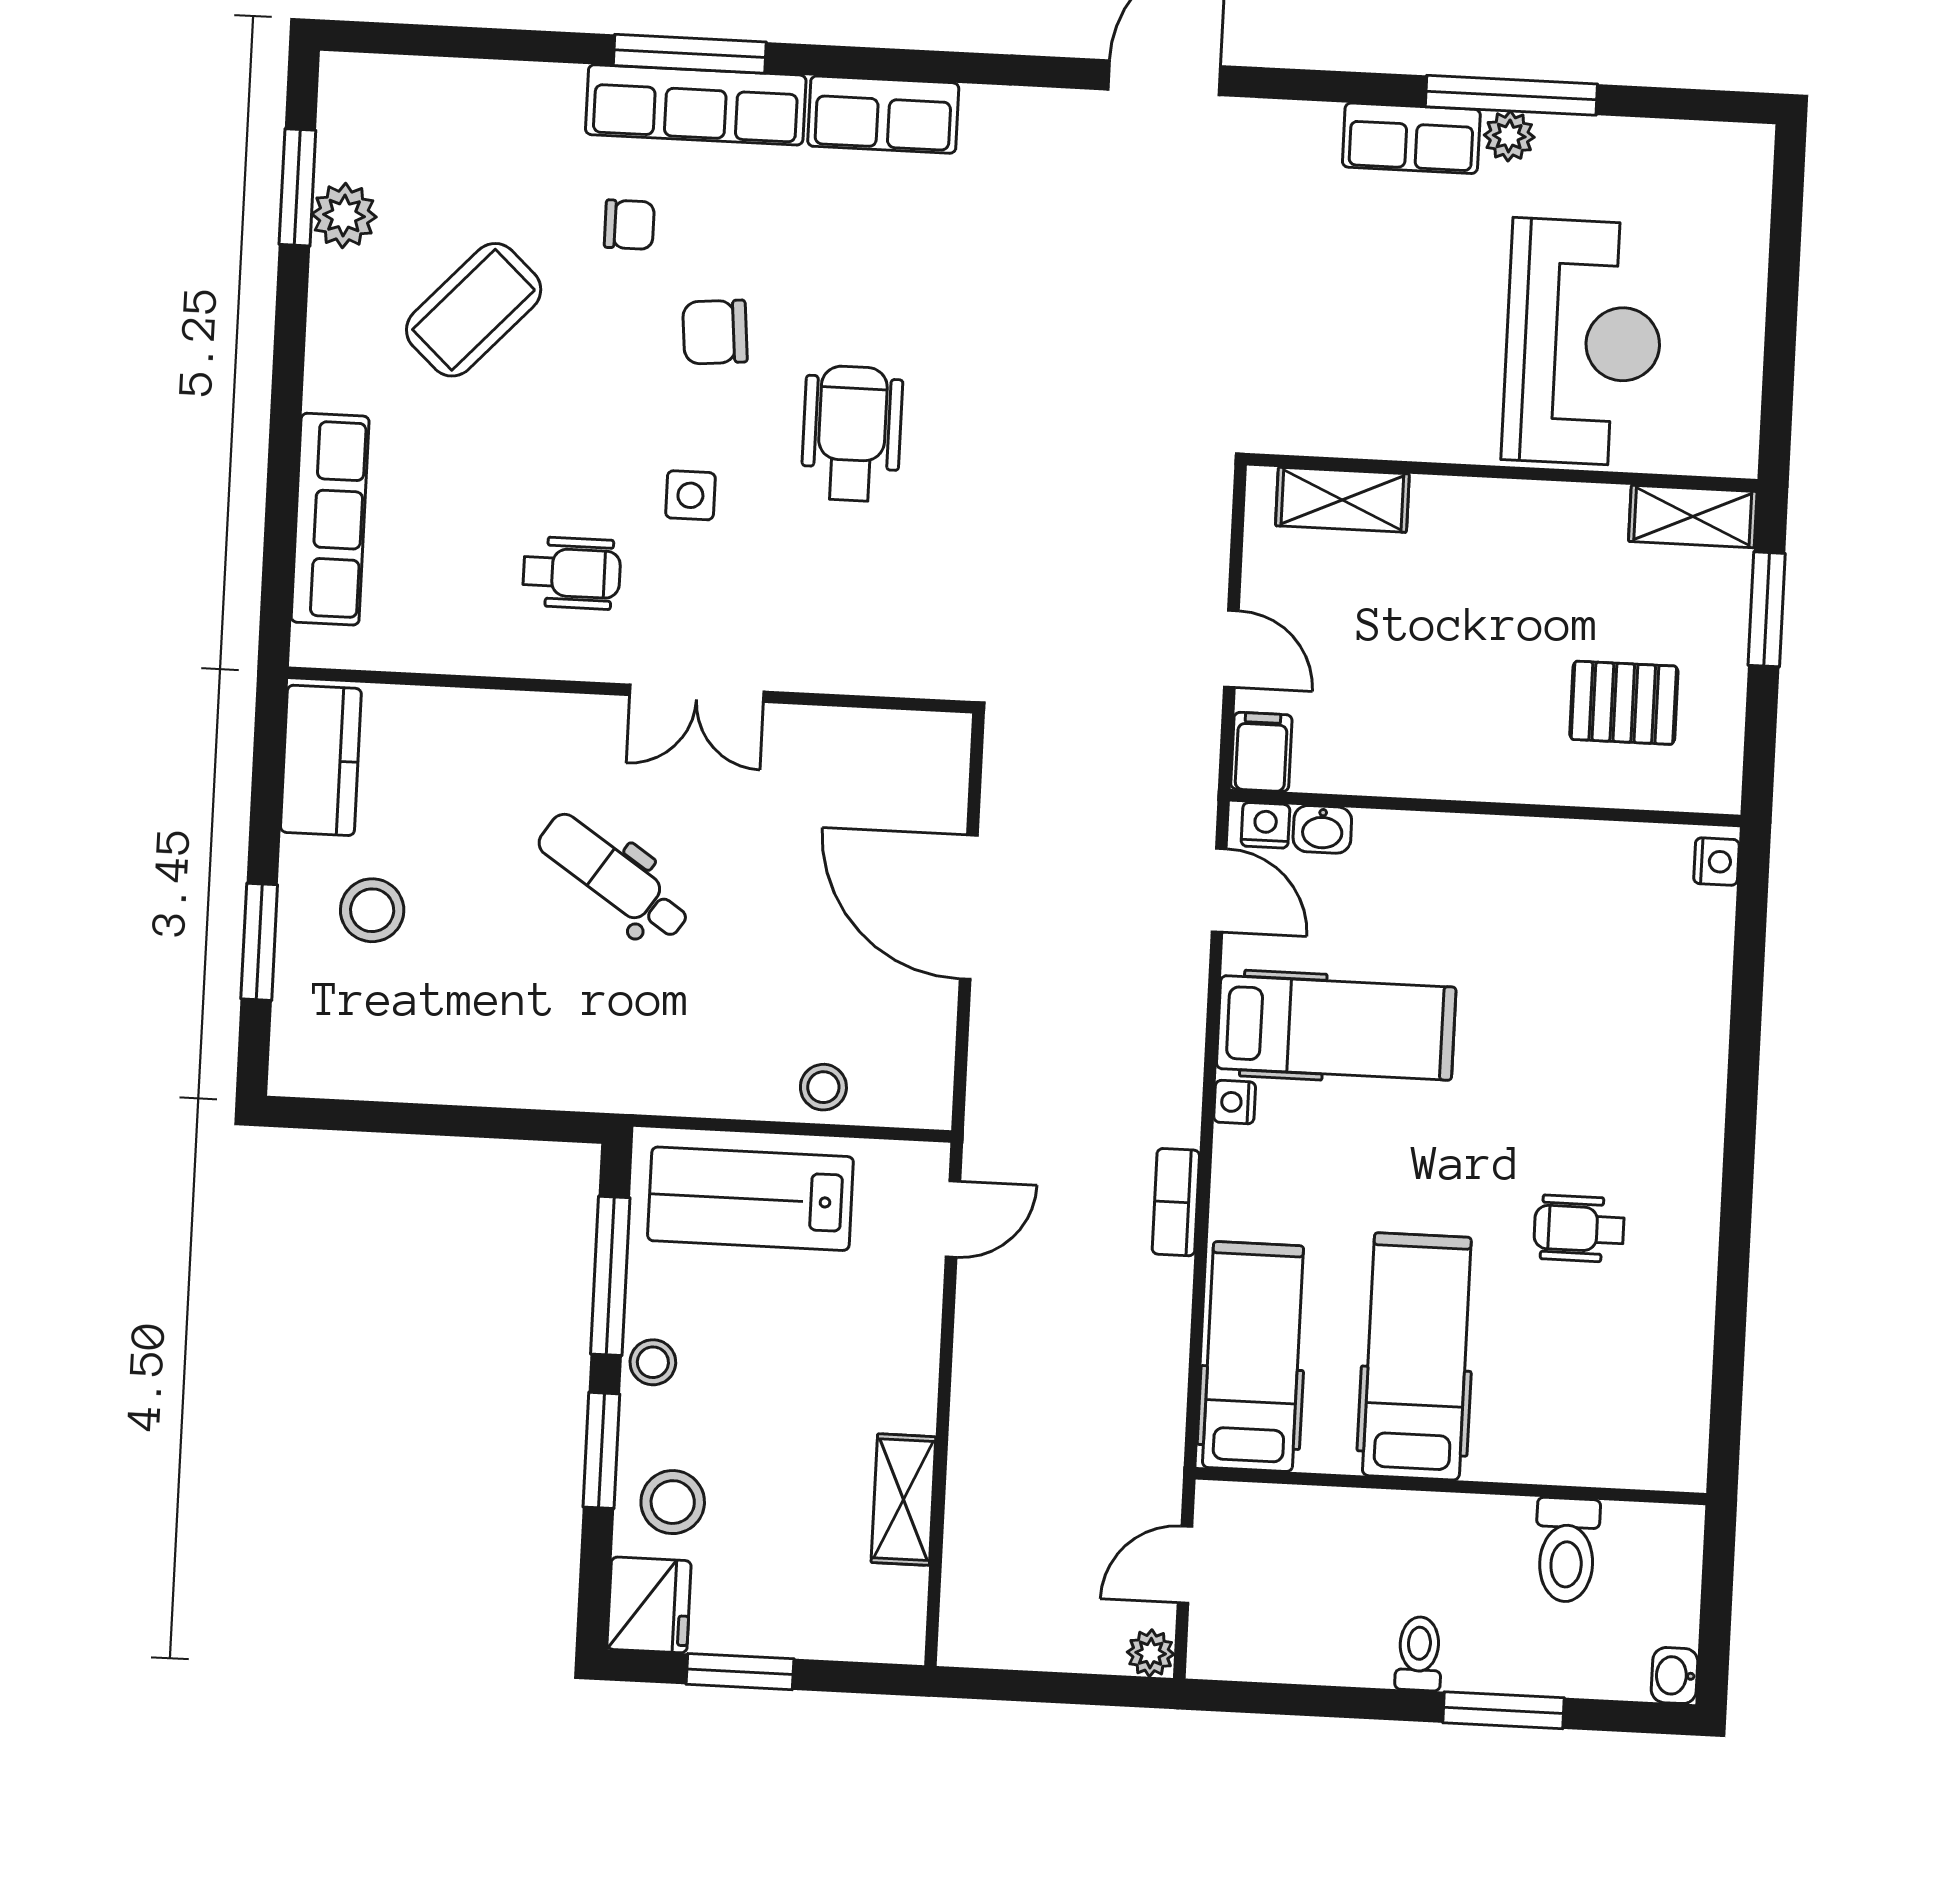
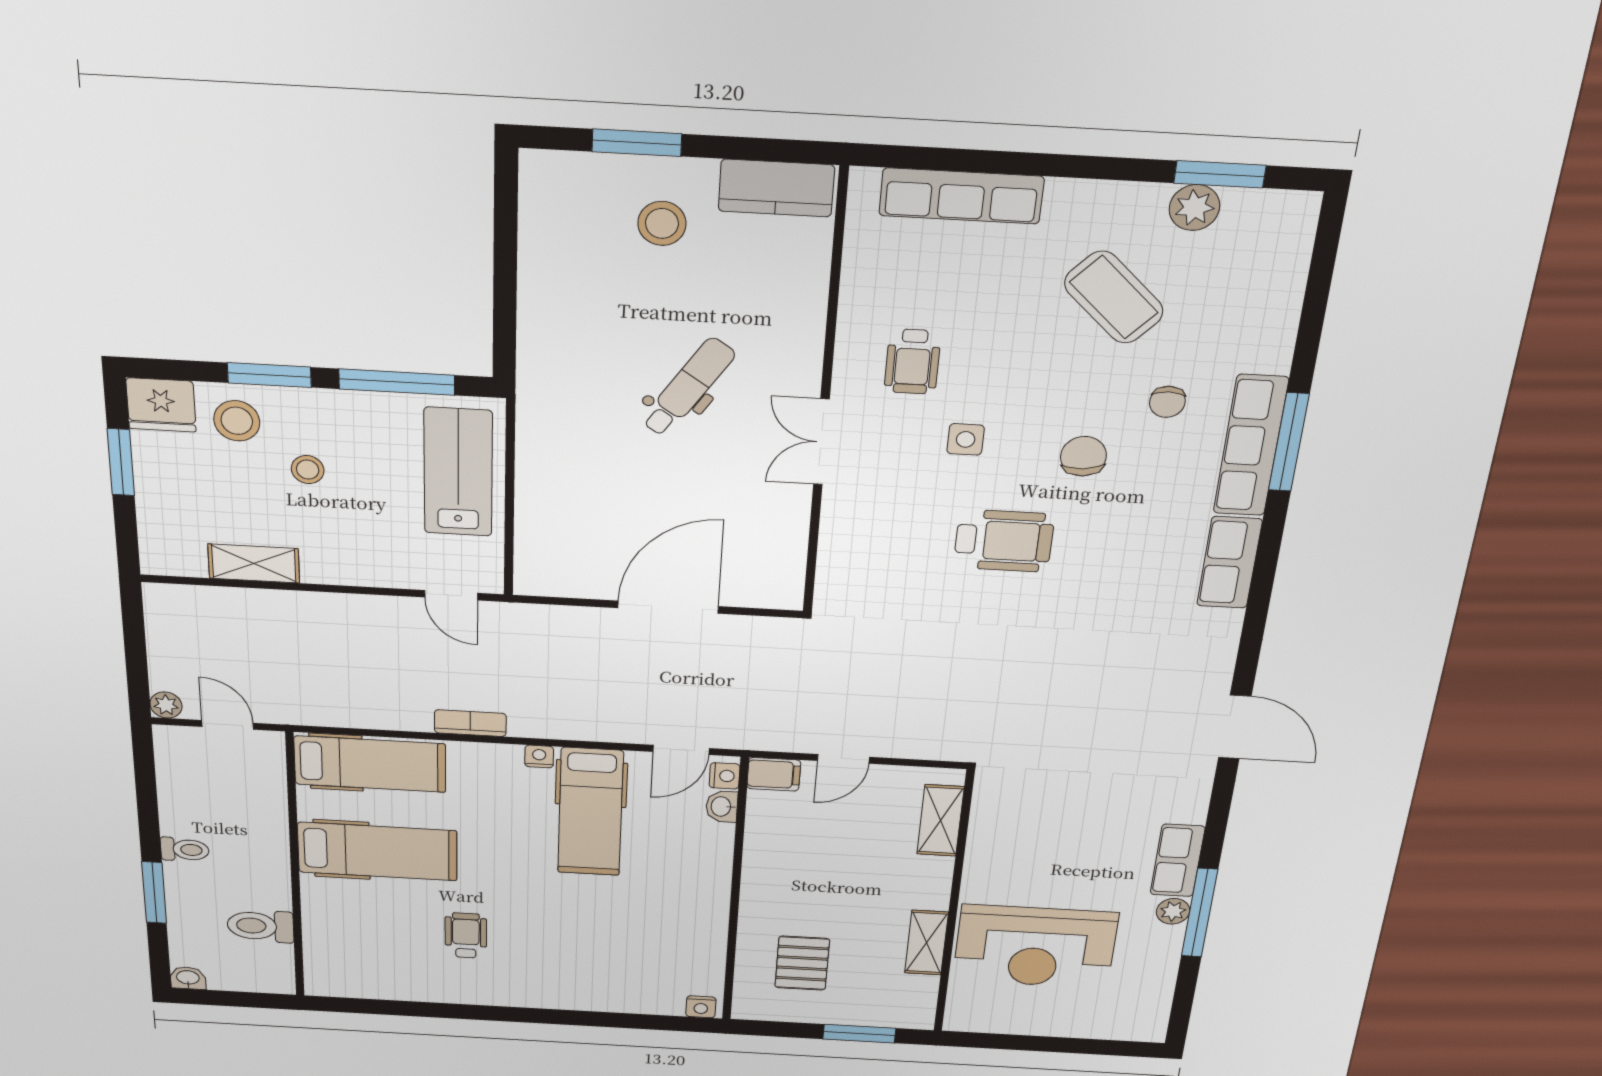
shelving: (1693, 516) -> (926, 943), moved
stool: (823, 1087) -> (540, 518), removed
stool: (653, 1362) -> (308, 470), moved

